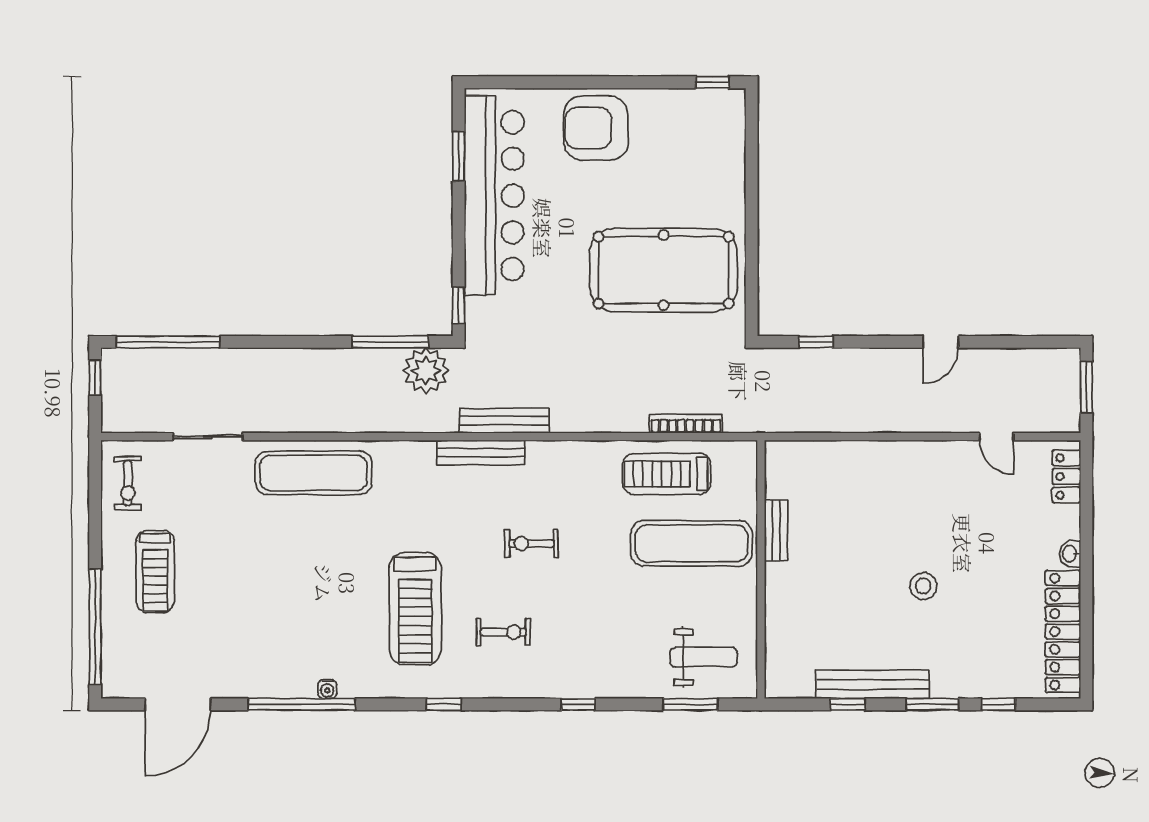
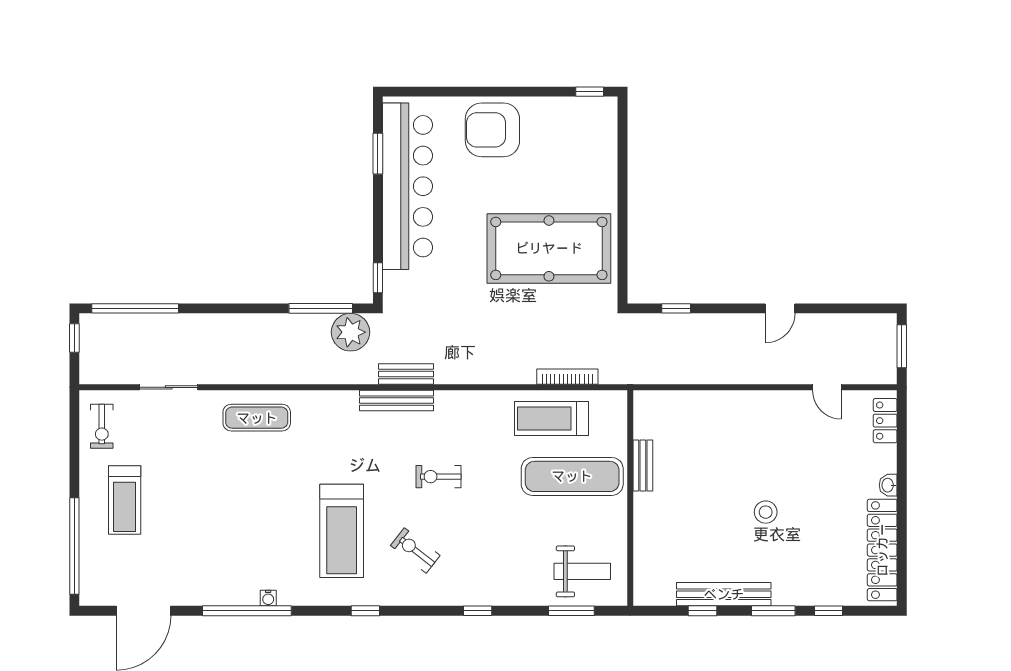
bench: (504, 421) -> (406, 374), width x0.73
exercise mat: (313, 473) -> (257, 418), width x0.73, depth x0.69
exercise bike: (503, 632) -> (415, 550), turned -142

